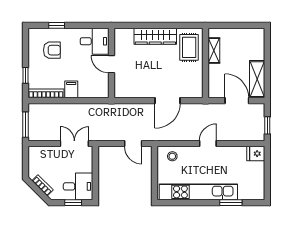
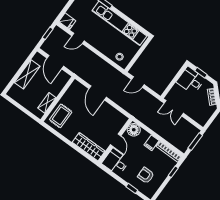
wardrobe: (155, 36) -> (89, 147), moved
shelving: (257, 79) -> (27, 74), moved
floor lamp: (100, 89) -> (134, 130), added
door: (168, 101) -> (98, 93), swing flipped
door: (133, 144) -> (138, 82), swing flipped
door: (208, 144) -> (78, 38), moved

